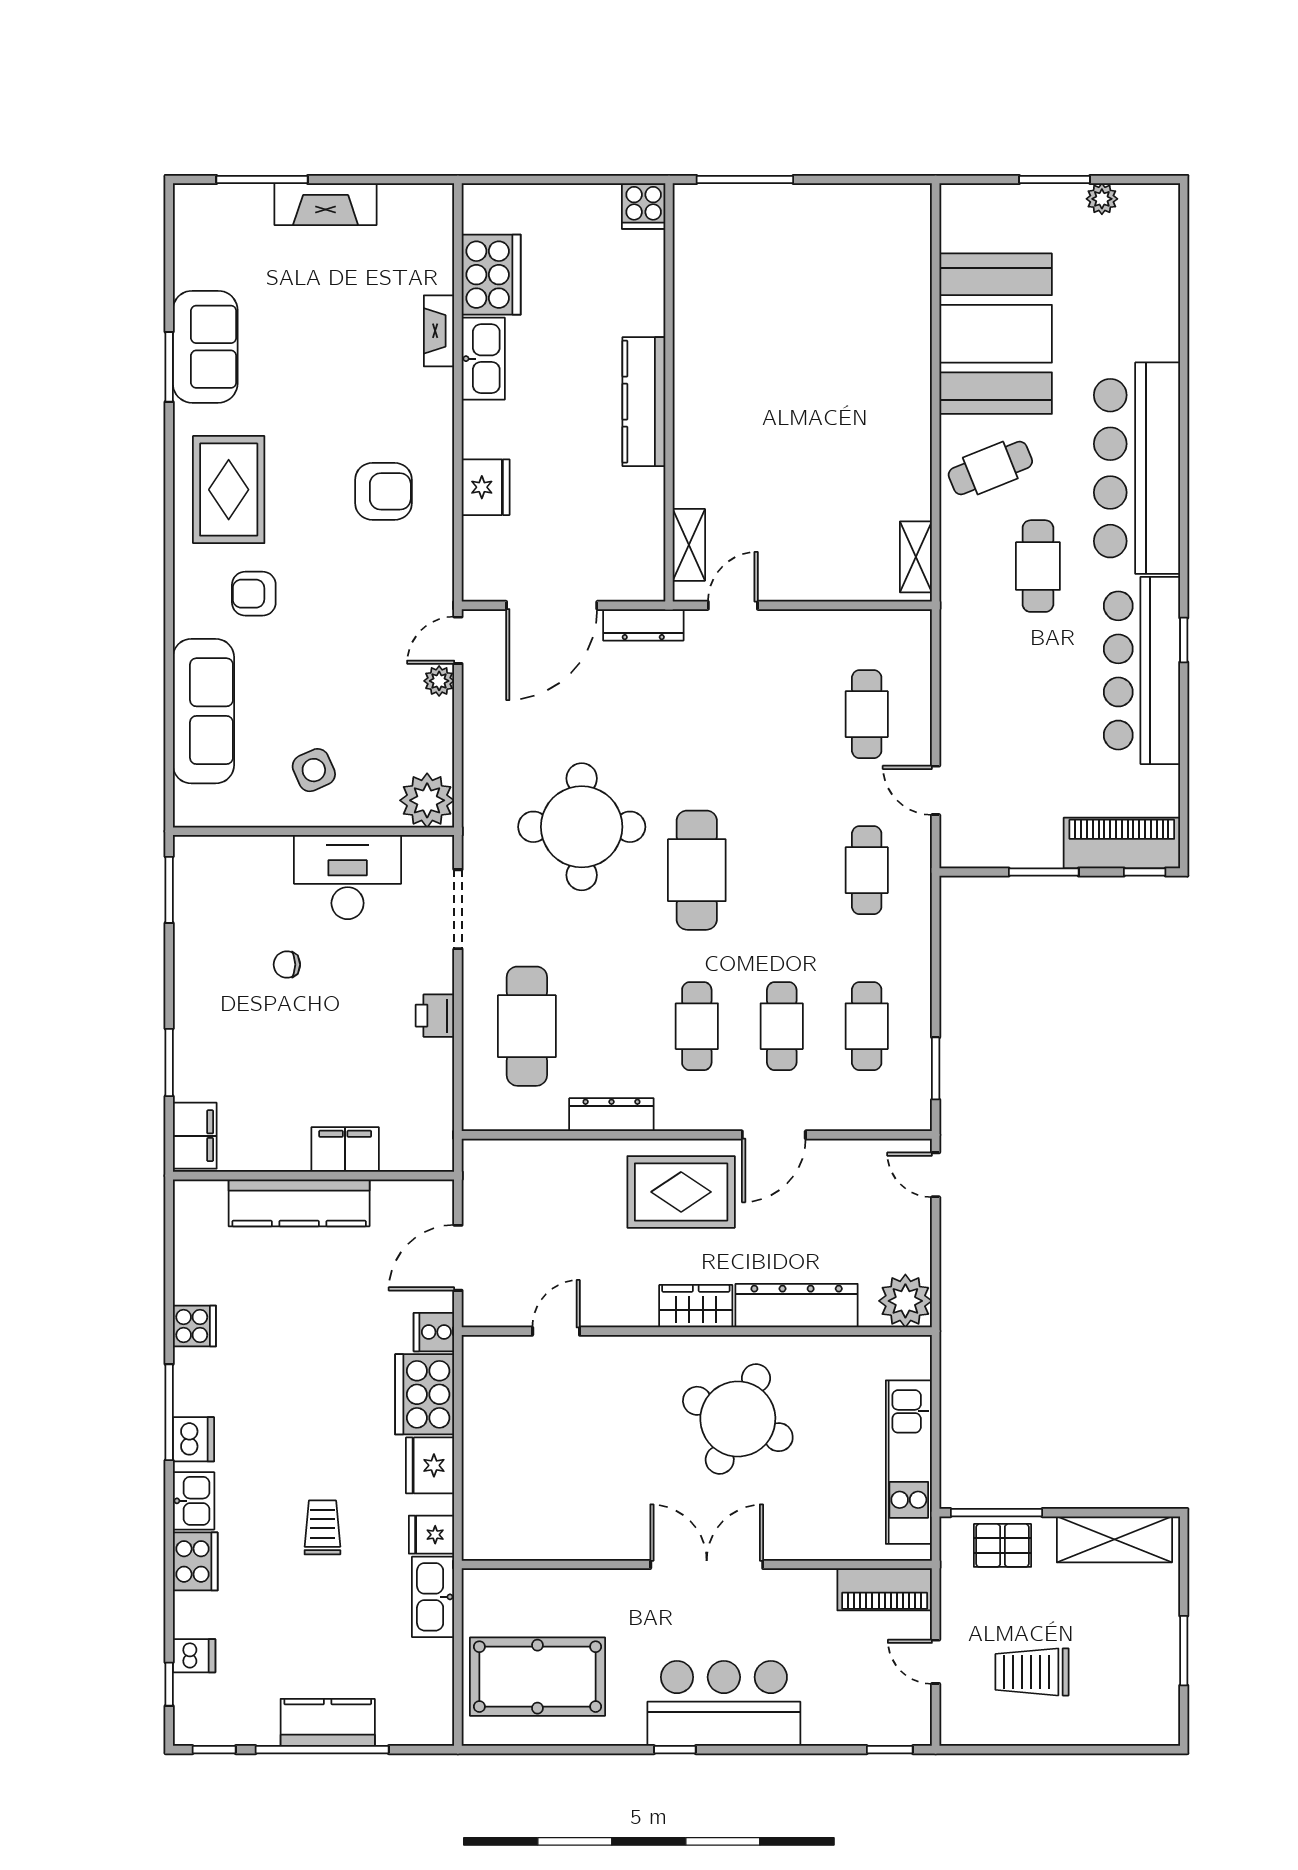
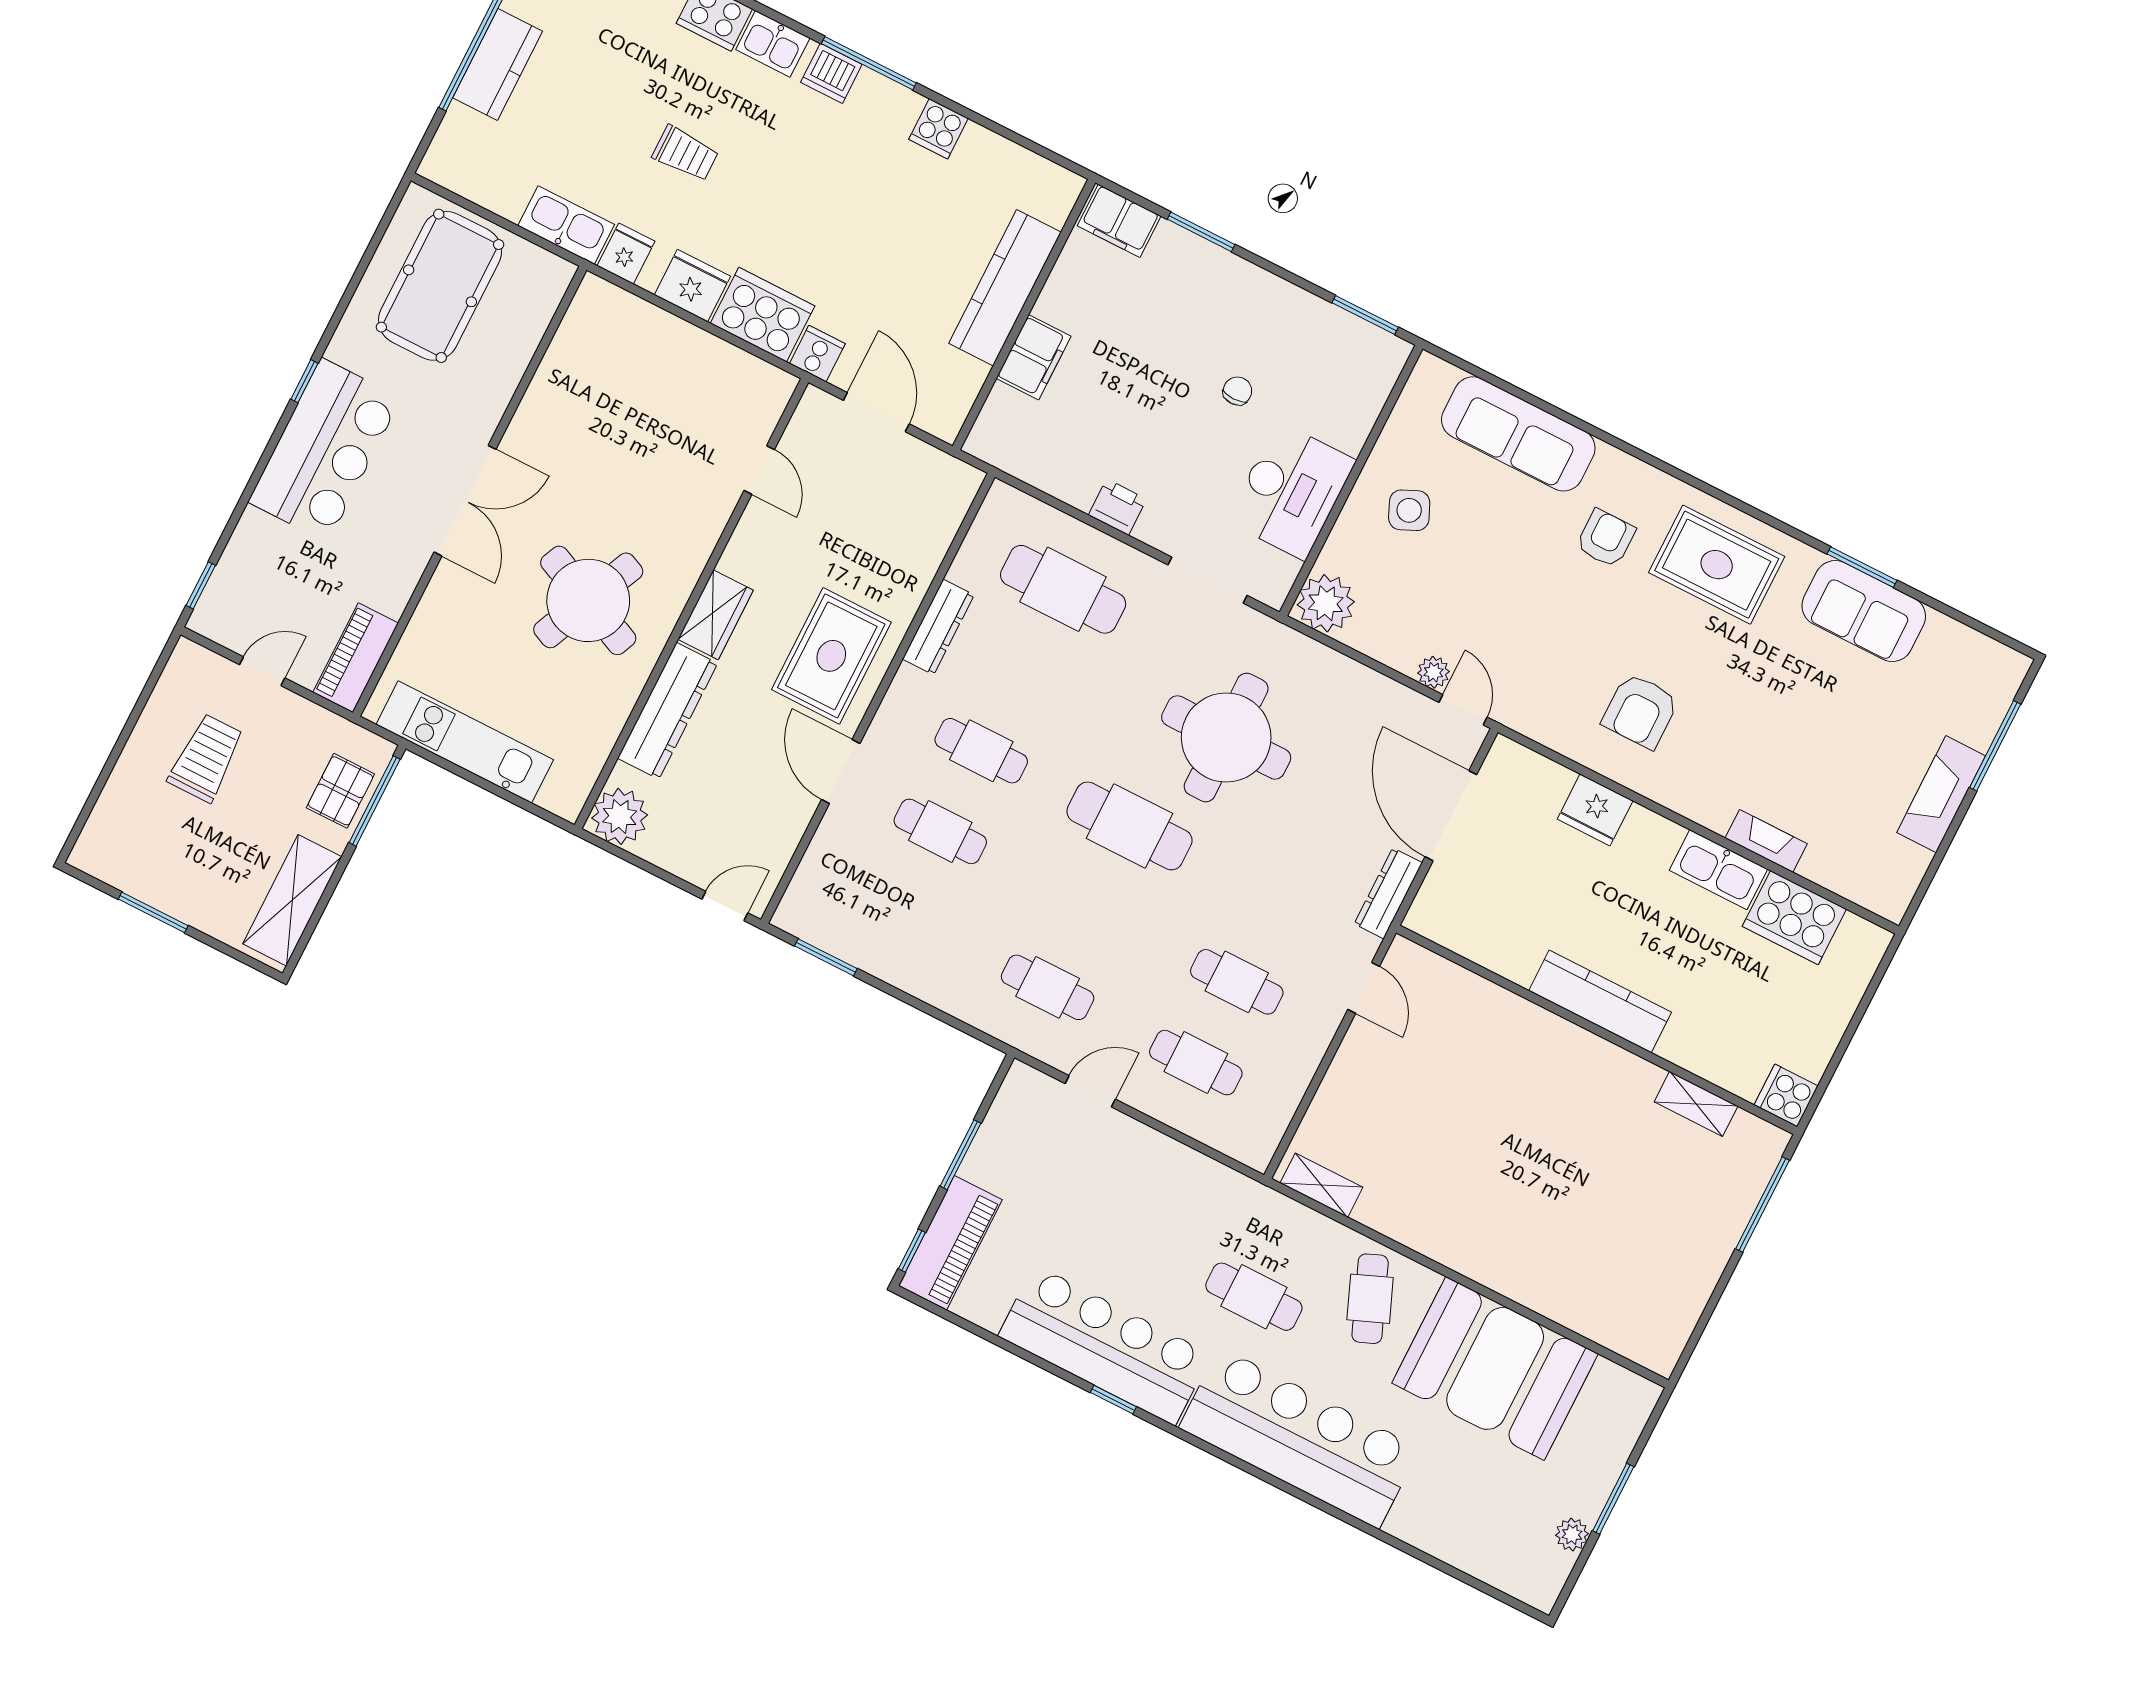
shelving: (689, 545) -> (1696, 1104), moved
cafe table: (867, 1026) -> (1237, 982), moved

